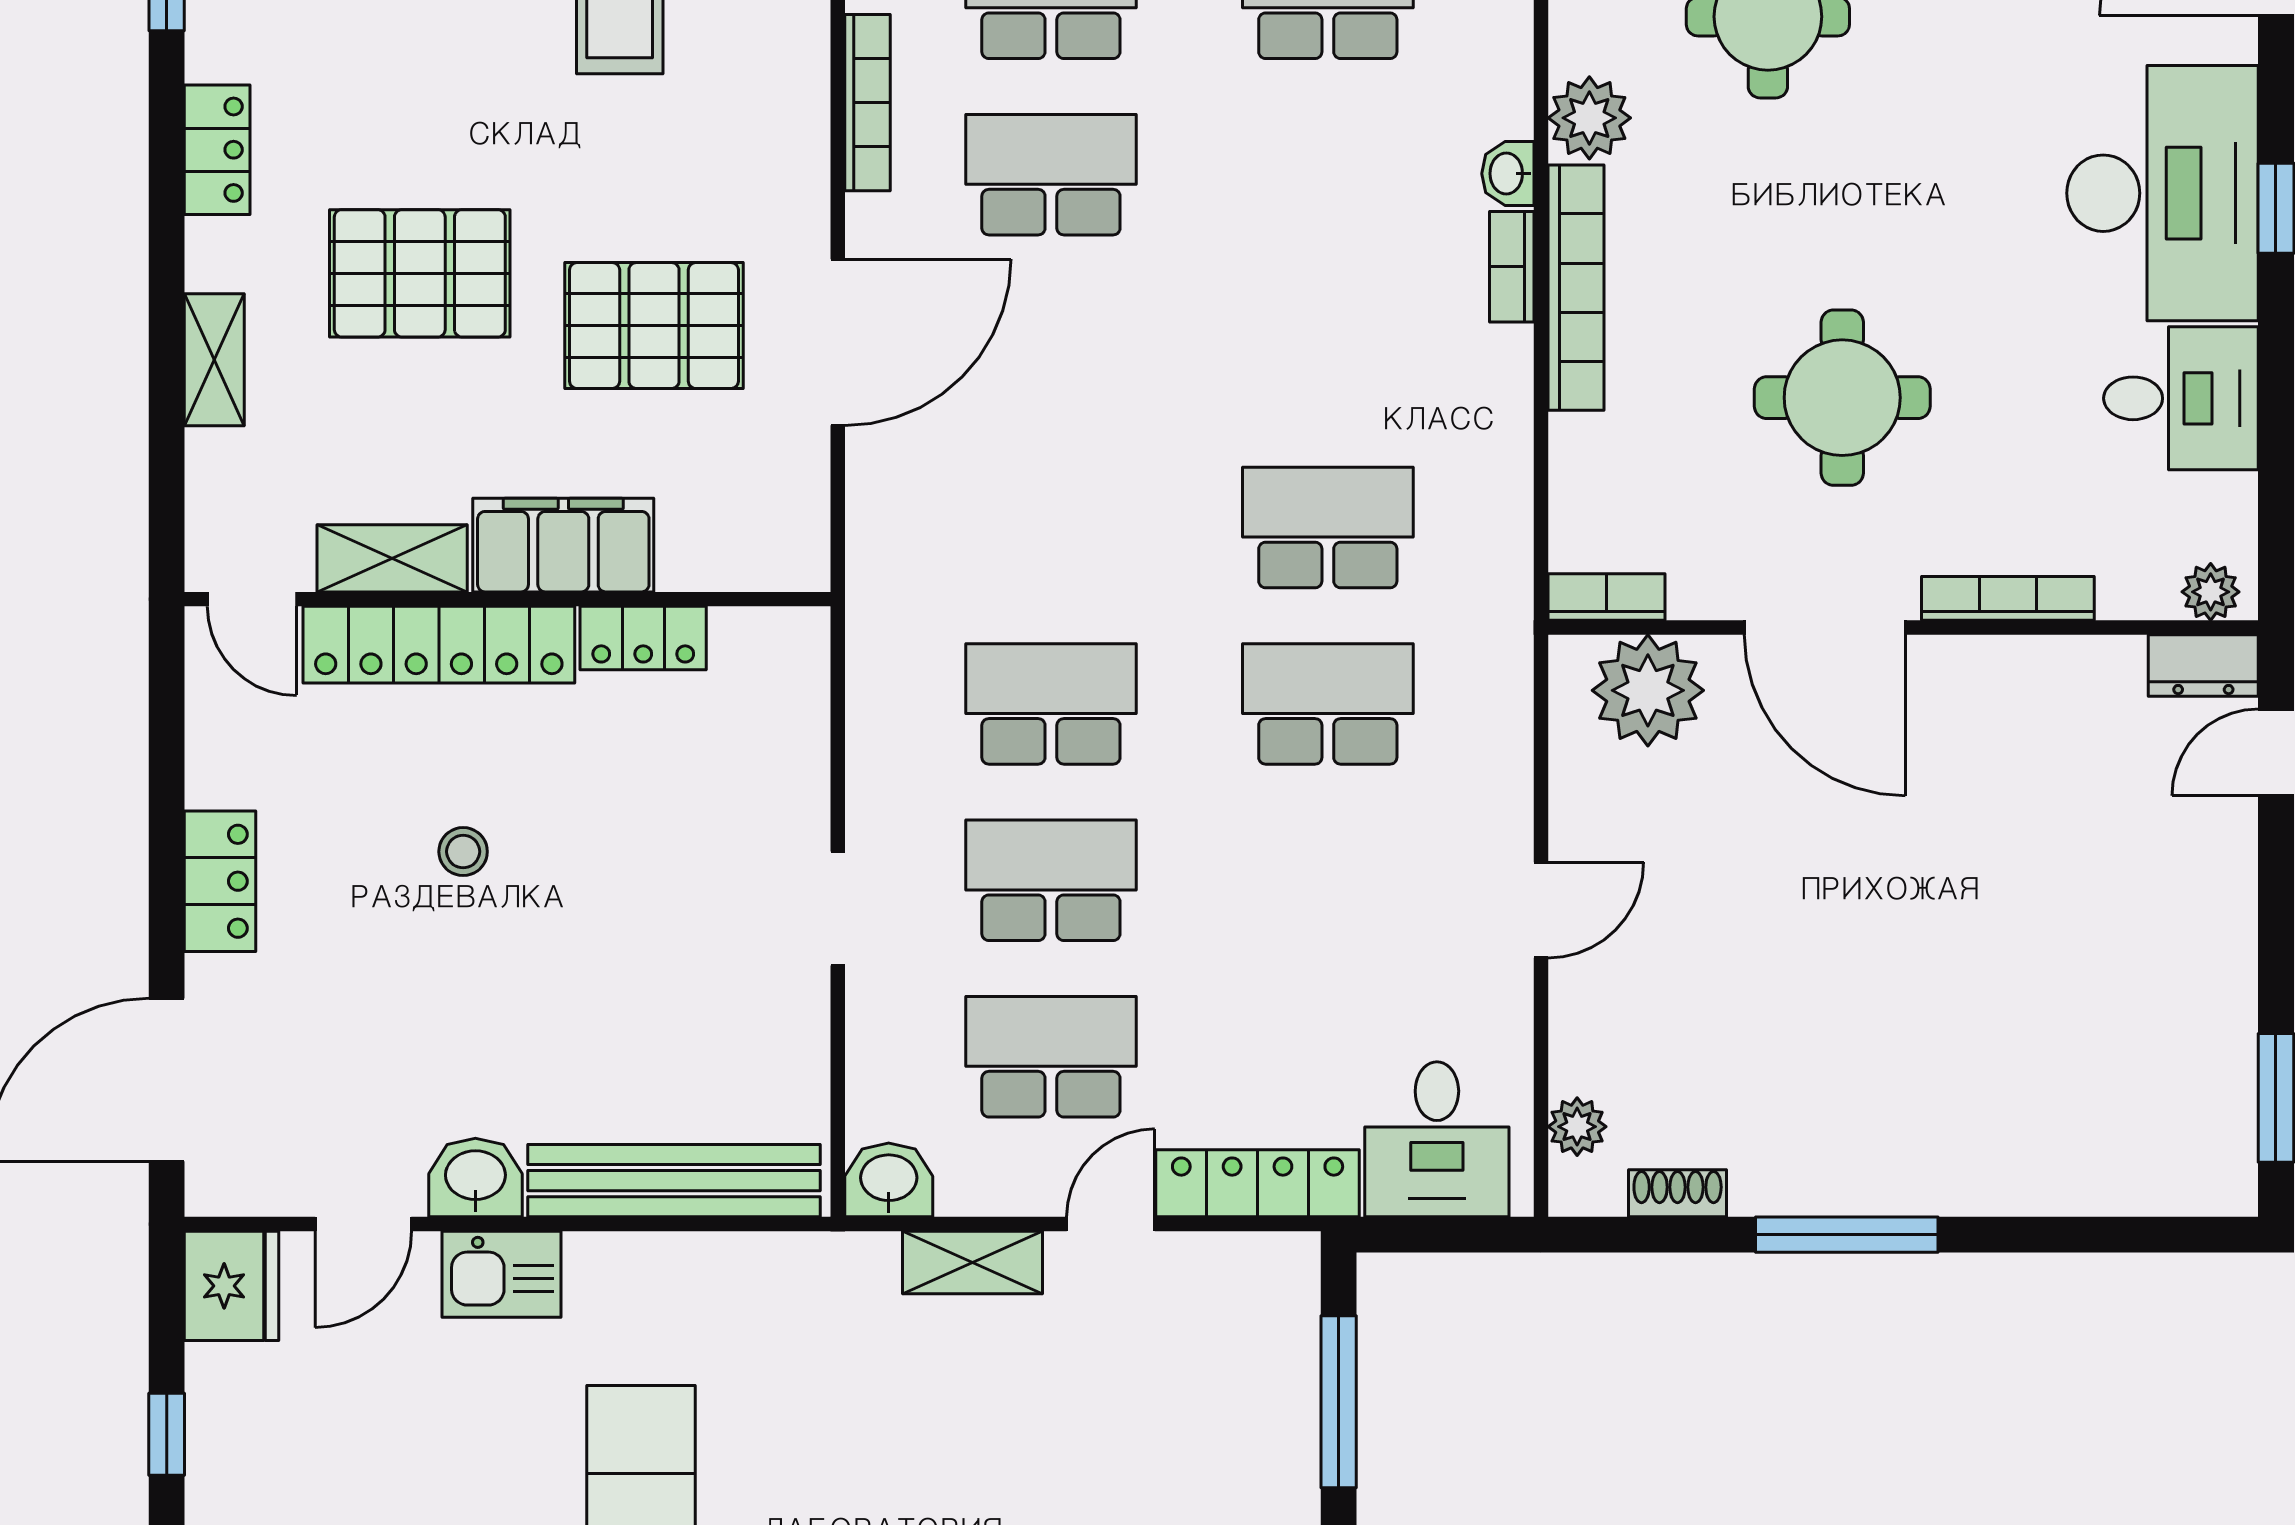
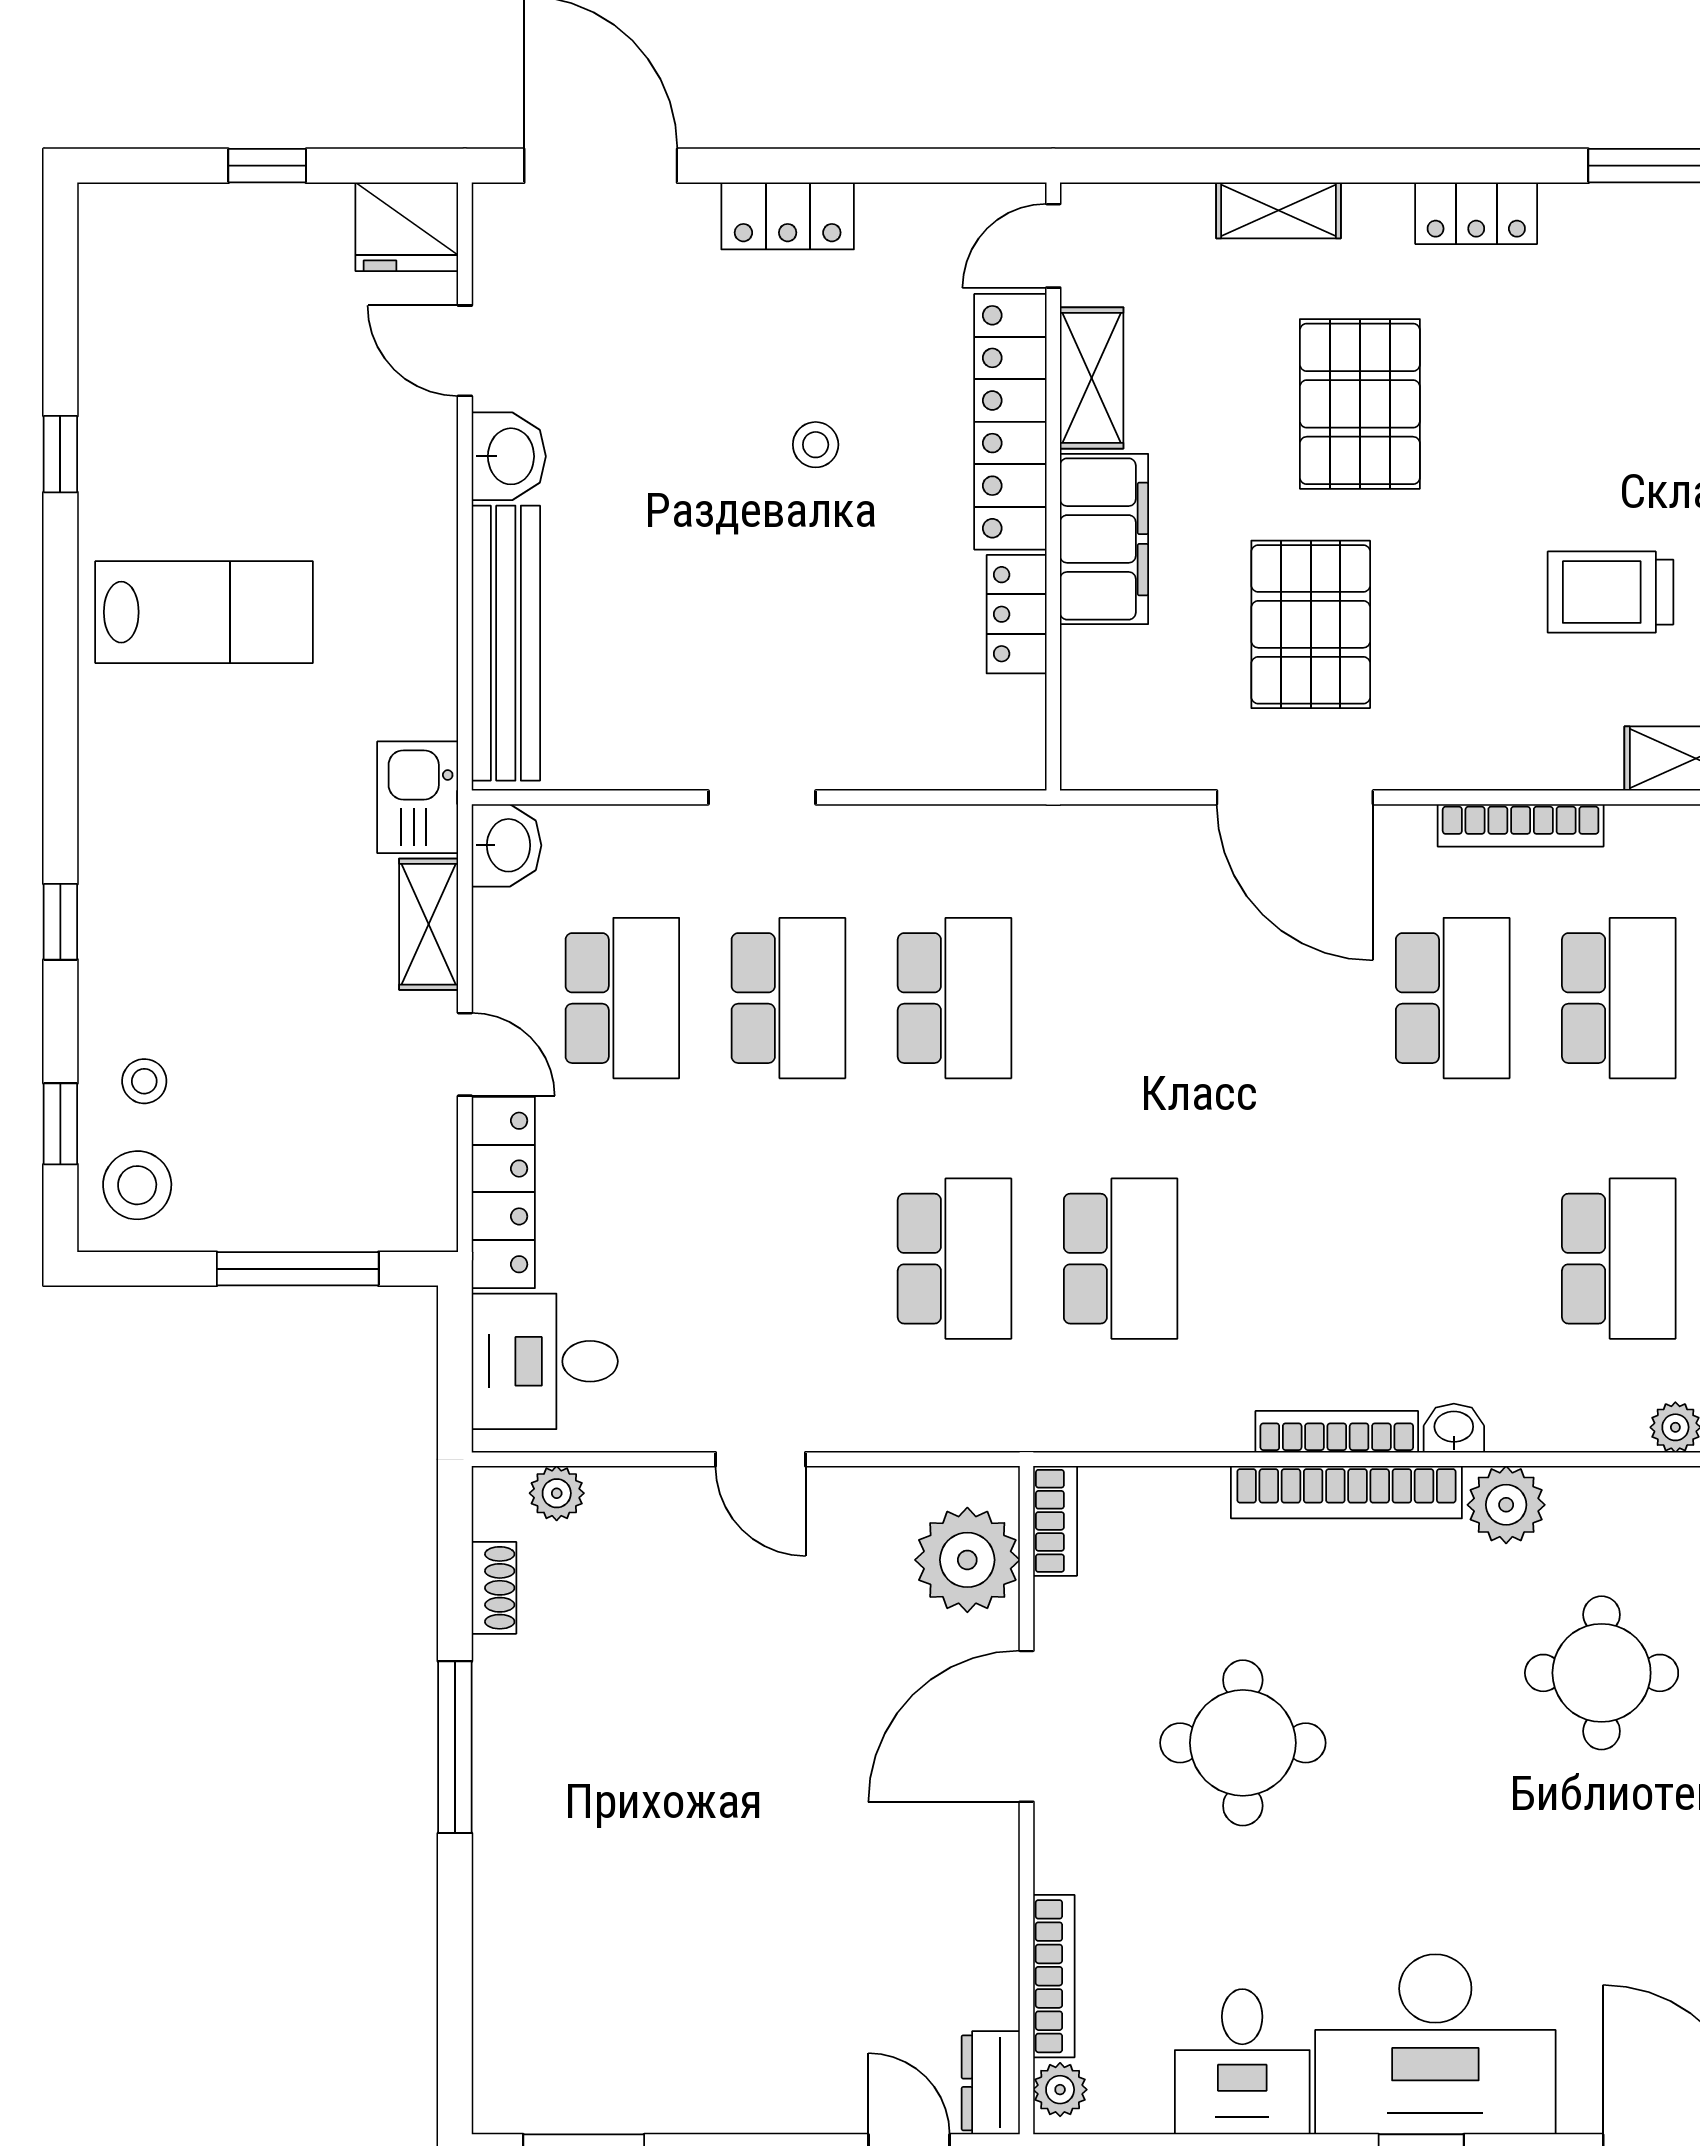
bookcase: (1512, 267) -> (1337, 1432), width x1.56
bookcase: (2008, 598) -> (1054, 1976), moved
kitchen sink: (502, 1274) -> (418, 797), moved

